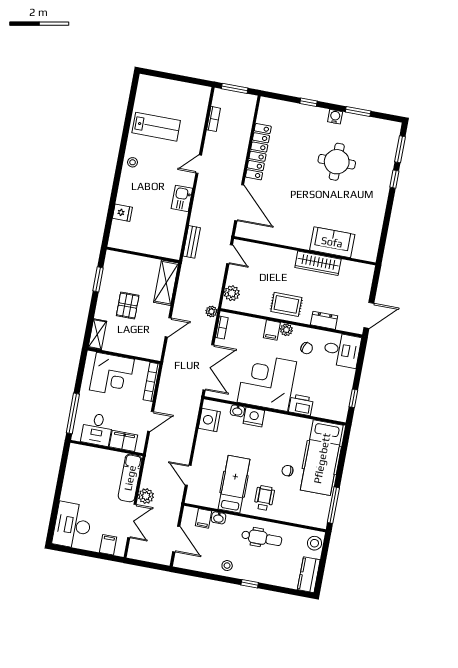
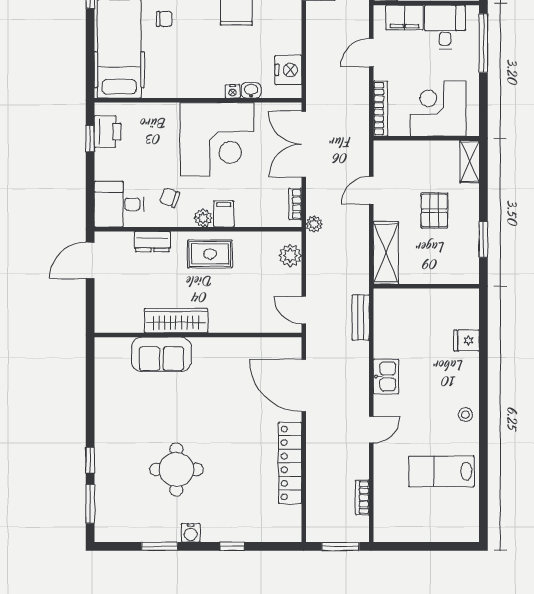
printer: (301, 405) -> (108, 132), moved, turned -90
nightstand: (254, 417) -> (233, 91), width x0.53, depth x0.56

